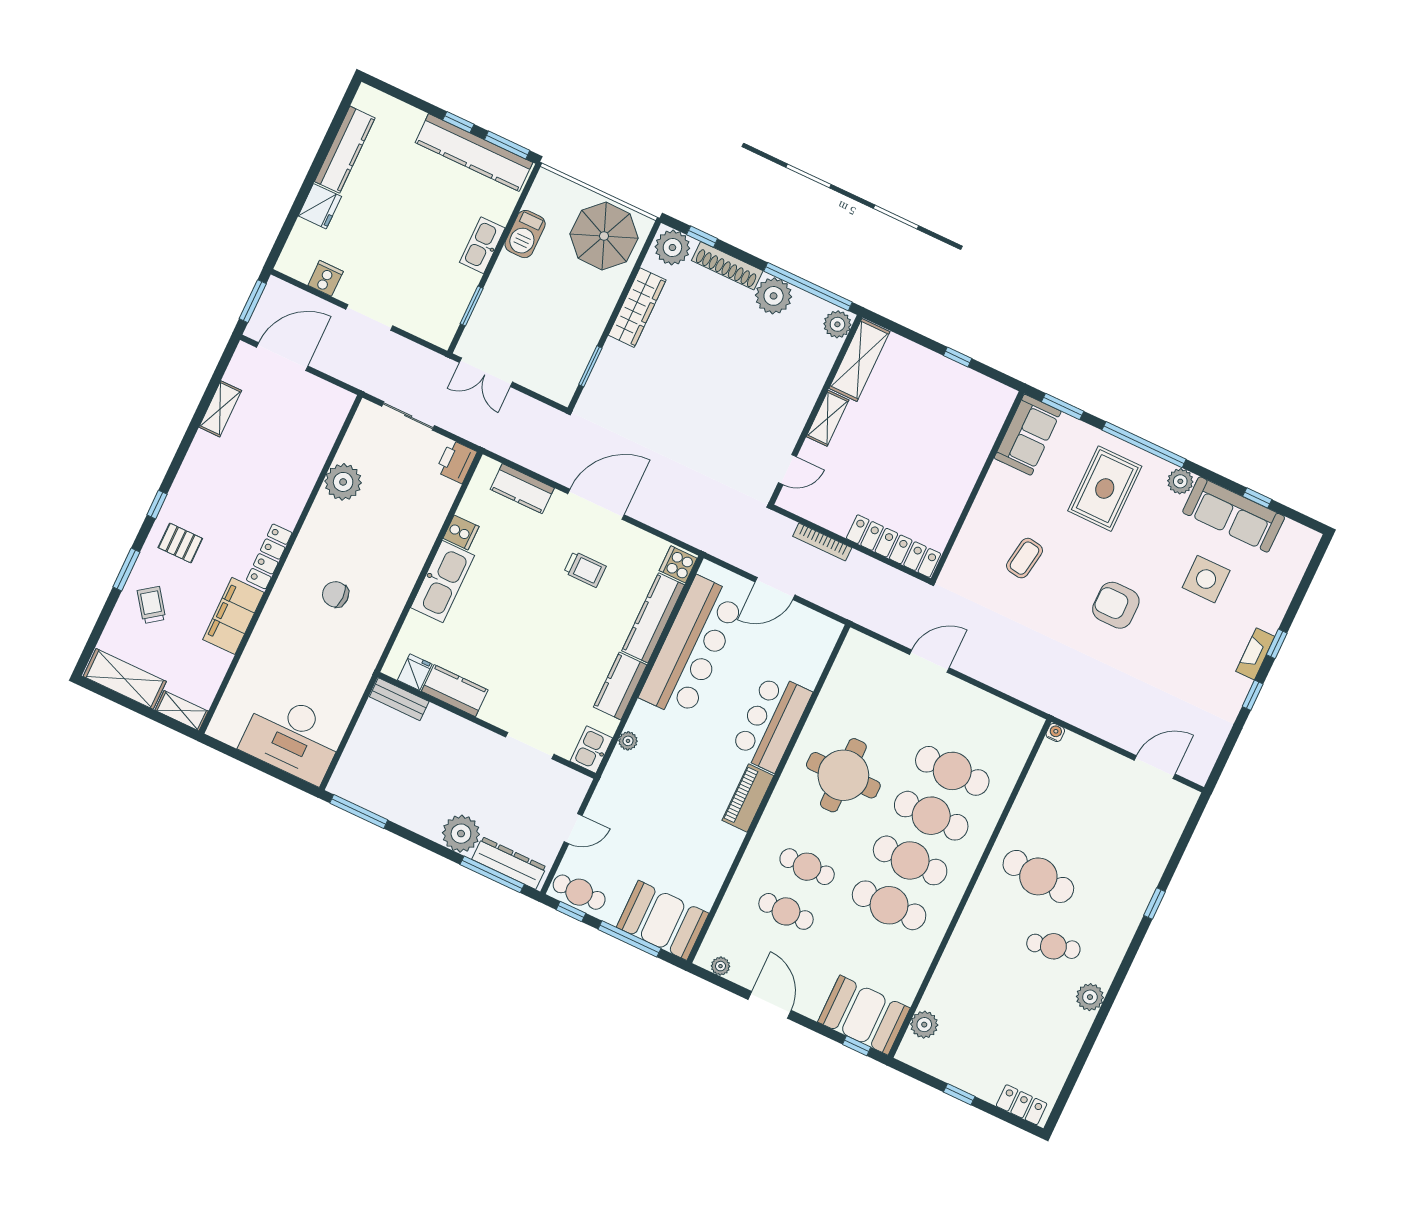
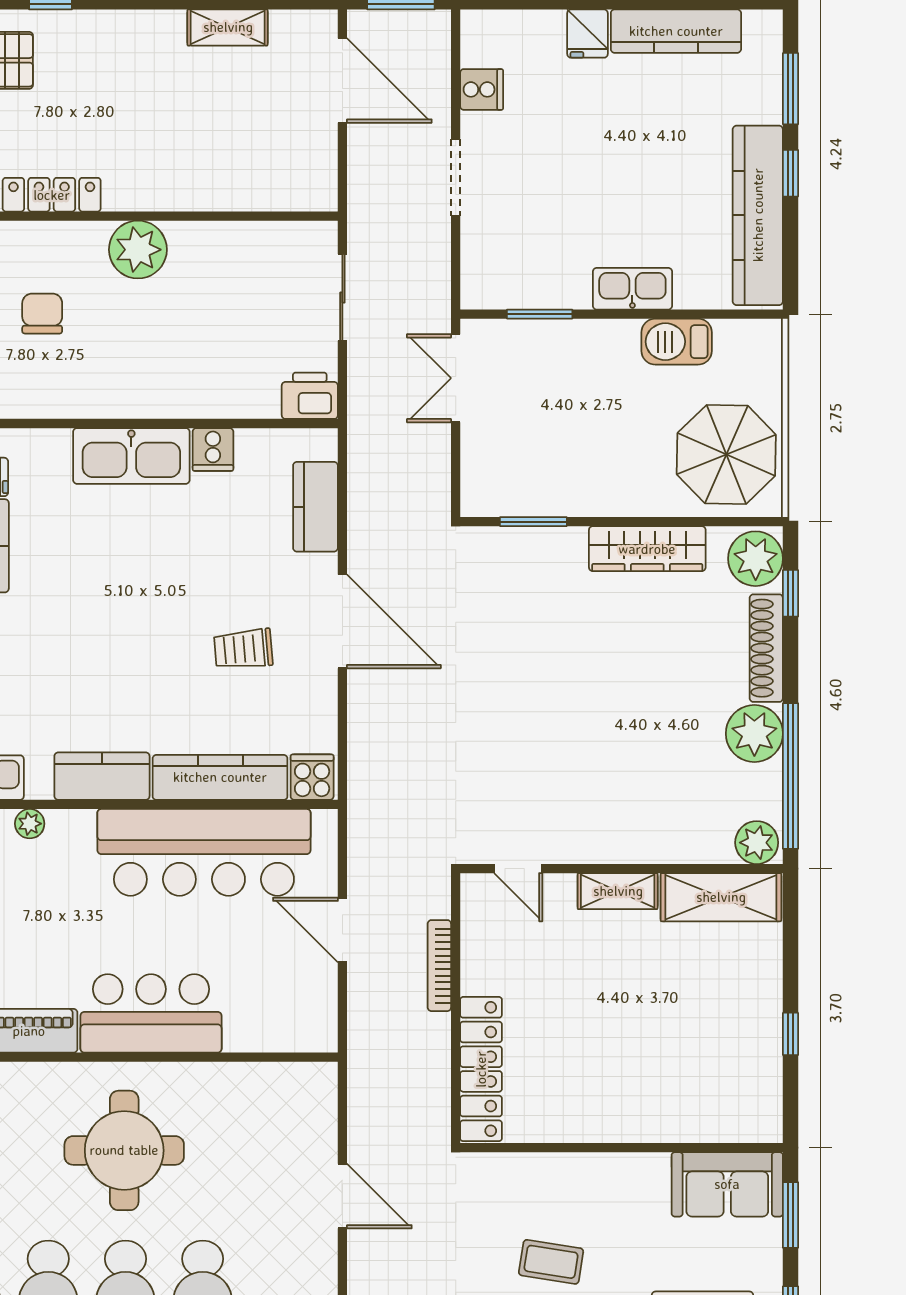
window: (507, 145) -> (790, 89), moved
fridge: (320, 206) -> (587, 34), width x0.72
plant: (343, 482) -> (138, 250), moved
trolley: (585, 569) -> (243, 649), turned 85

